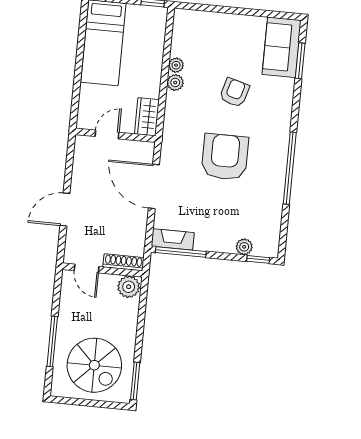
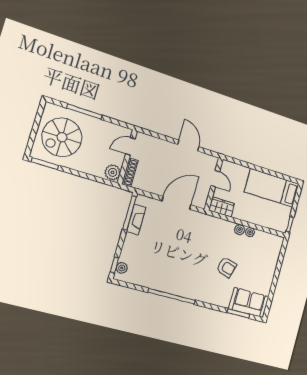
armchair: (225, 157) -> (187, 254), removed
door: (65, 210) -> (188, 146), moved
fireplace: (173, 239) -> (136, 220), moved
plant: (244, 247) -> (122, 268), moved

